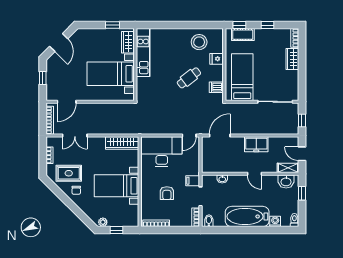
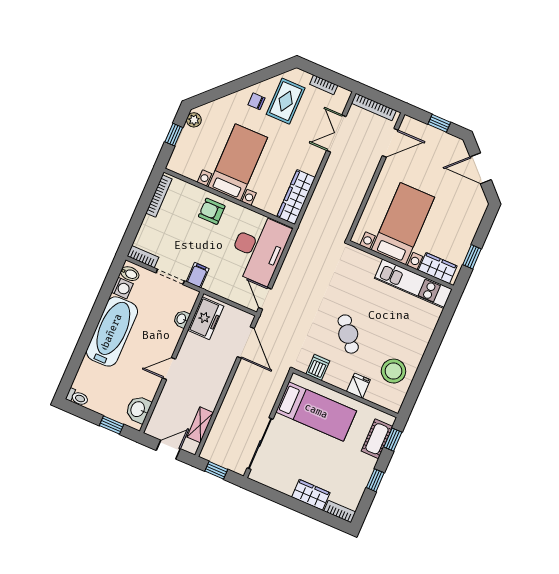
door: (67, 102) -> (390, 143), swing flipped
freezer: (256, 144) -> (206, 318), moved, turned 180
shelving: (288, 168) -> (200, 425), moved
armchair: (167, 193) -> (212, 211), moved
washing machine: (275, 221) -> (122, 288), moved

